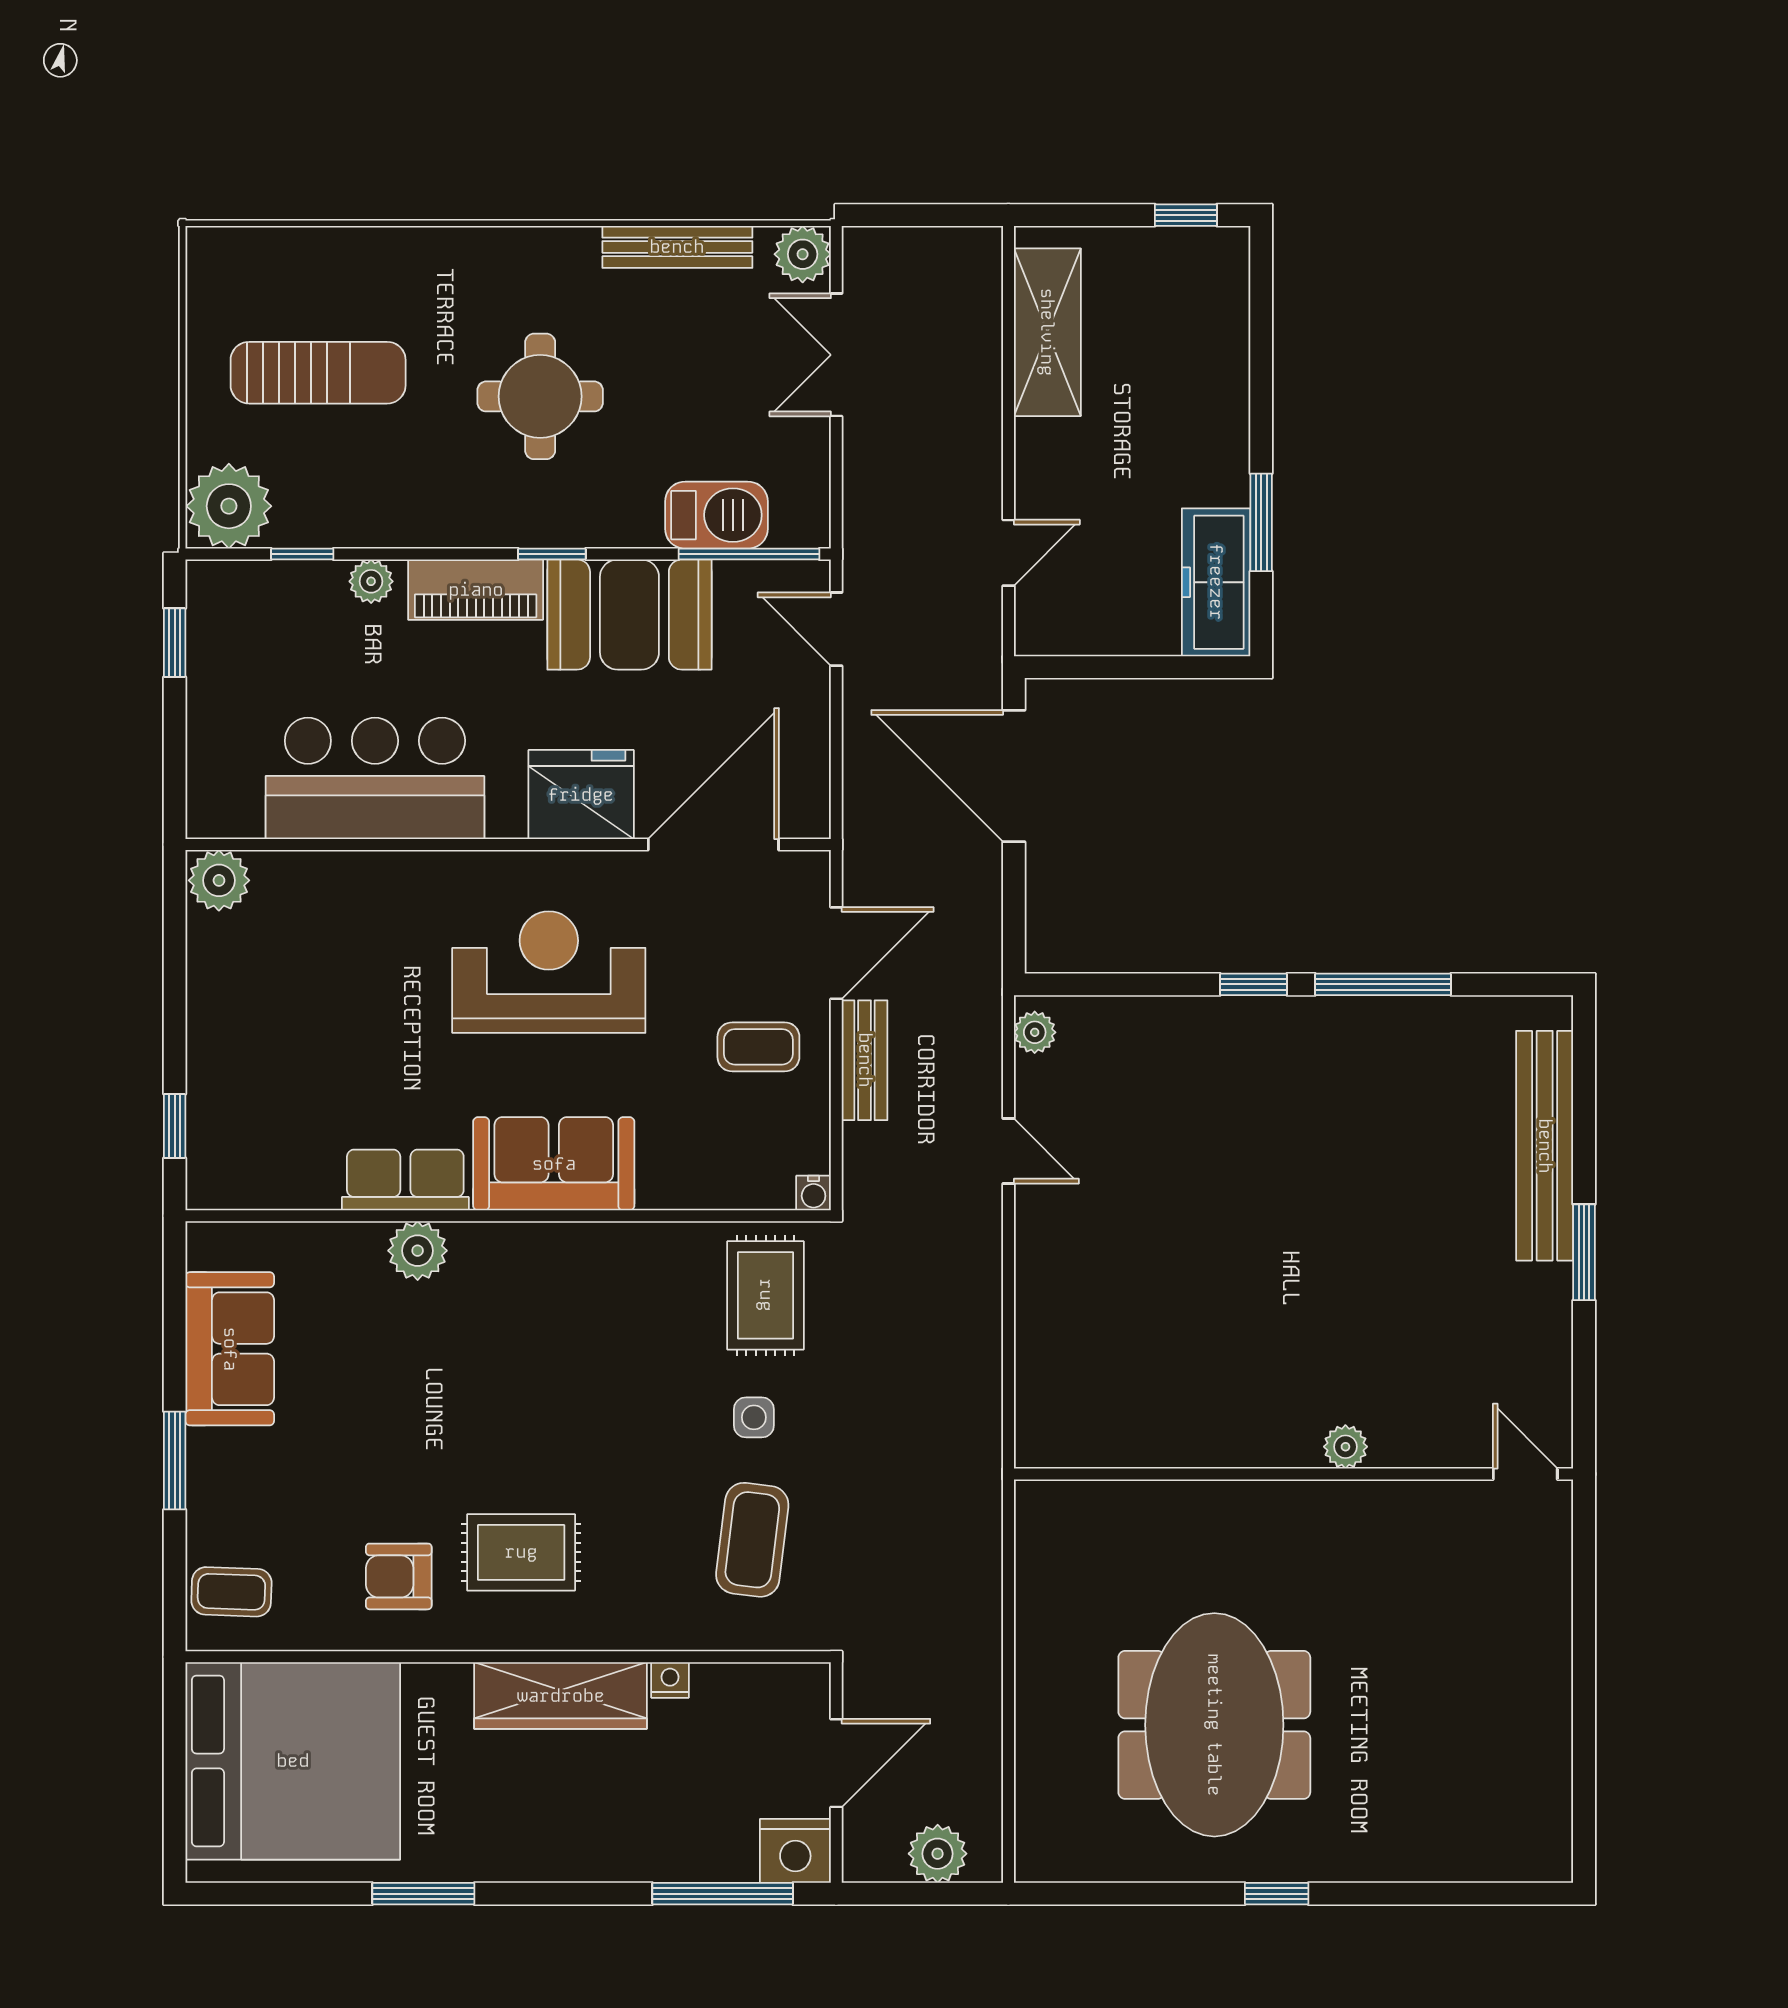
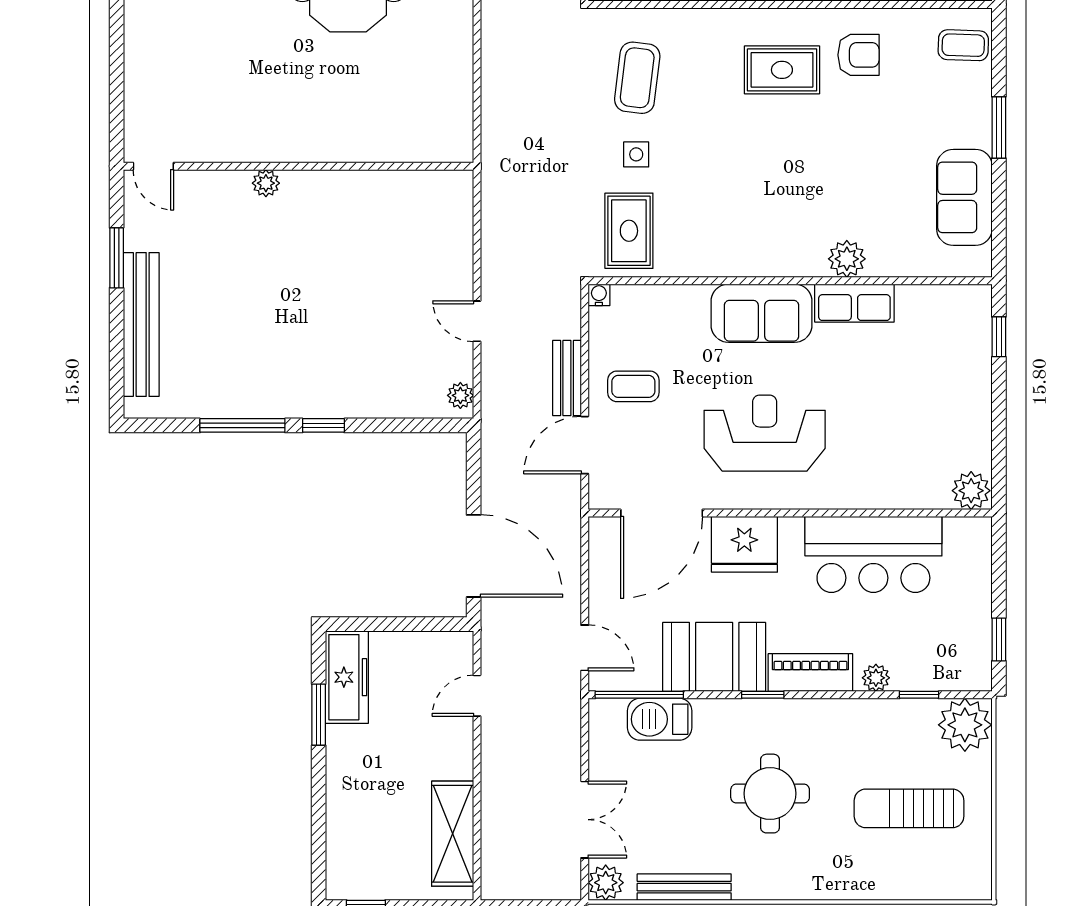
reception desk: (549, 972) -> (765, 433), turned 180
plant: (1345, 1447) -> (266, 183), moved
wall: (1294, 1474) -> (298, 166), moved
door: (1525, 1474) -> (153, 166), moved

